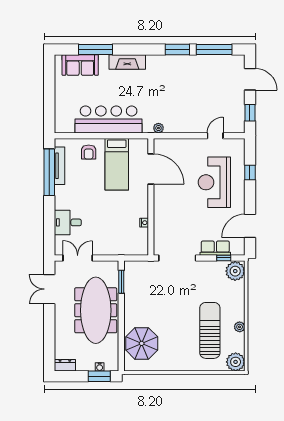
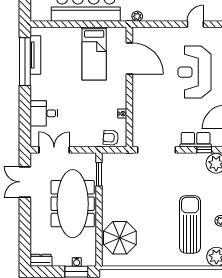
armchair: (89, 152) -> (111, 138), moved, turned 94

